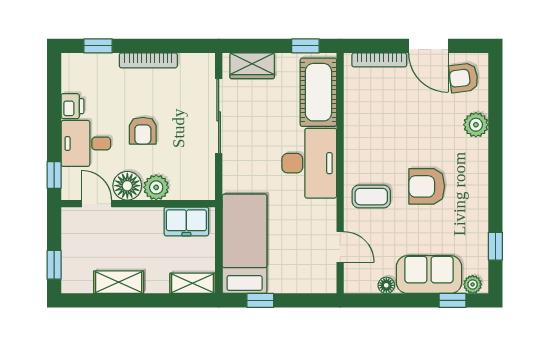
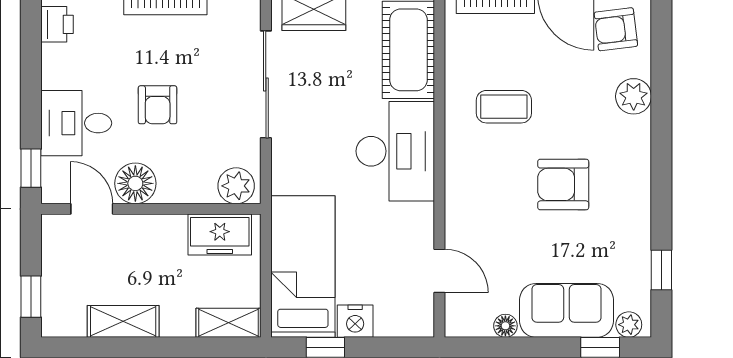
printer: (72, 106) -> (57, 24), moved
plant: (156, 187) -> (236, 186), moved
coffee table: (371, 197) -> (504, 107), moved
nightstand: (281, 282) -> (355, 321), added

